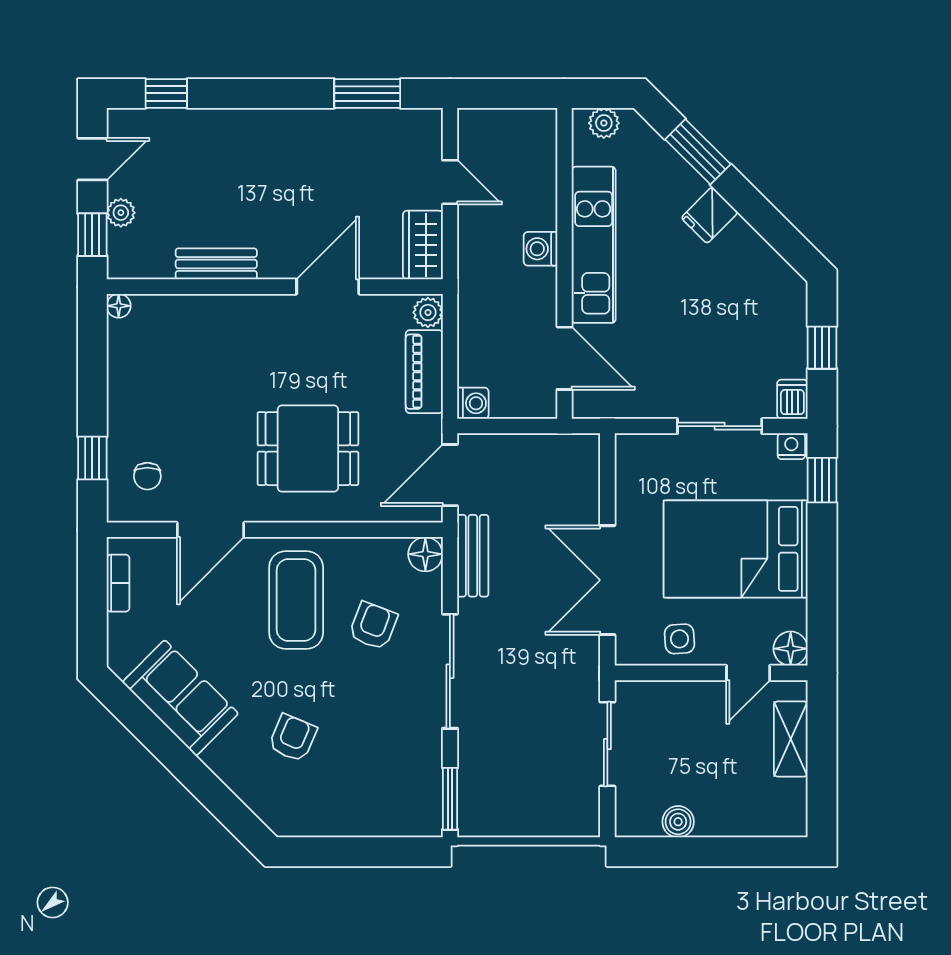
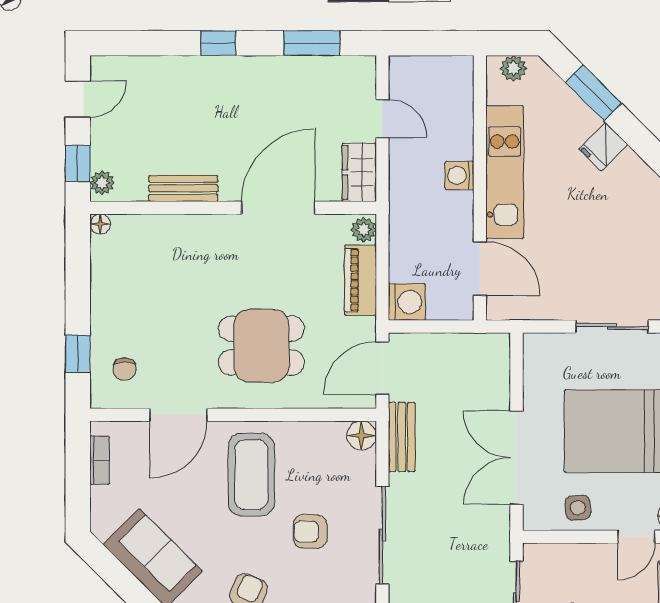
window: (166, 93) -> (218, 43), moved
plant: (121, 213) -> (102, 183), moved
door: (328, 287) -> (278, 208), width x1.36
washing machine: (473, 403) -> (407, 302), width x1.38, depth x1.38
armchair: (373, 626) -> (310, 532), moved, turned -111

